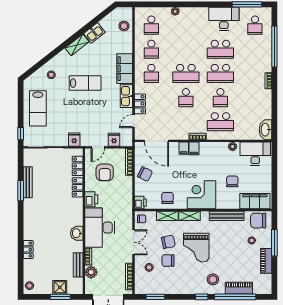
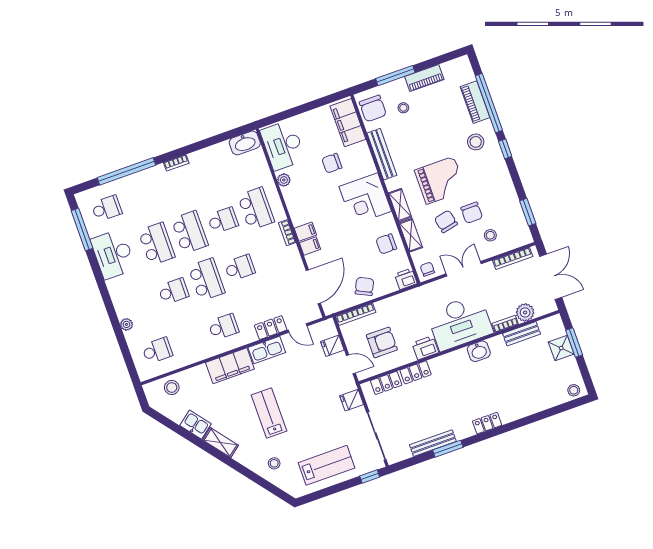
school desk: (151, 49) -> (173, 291), moved
locker: (28, 250) -> (487, 423), moved

